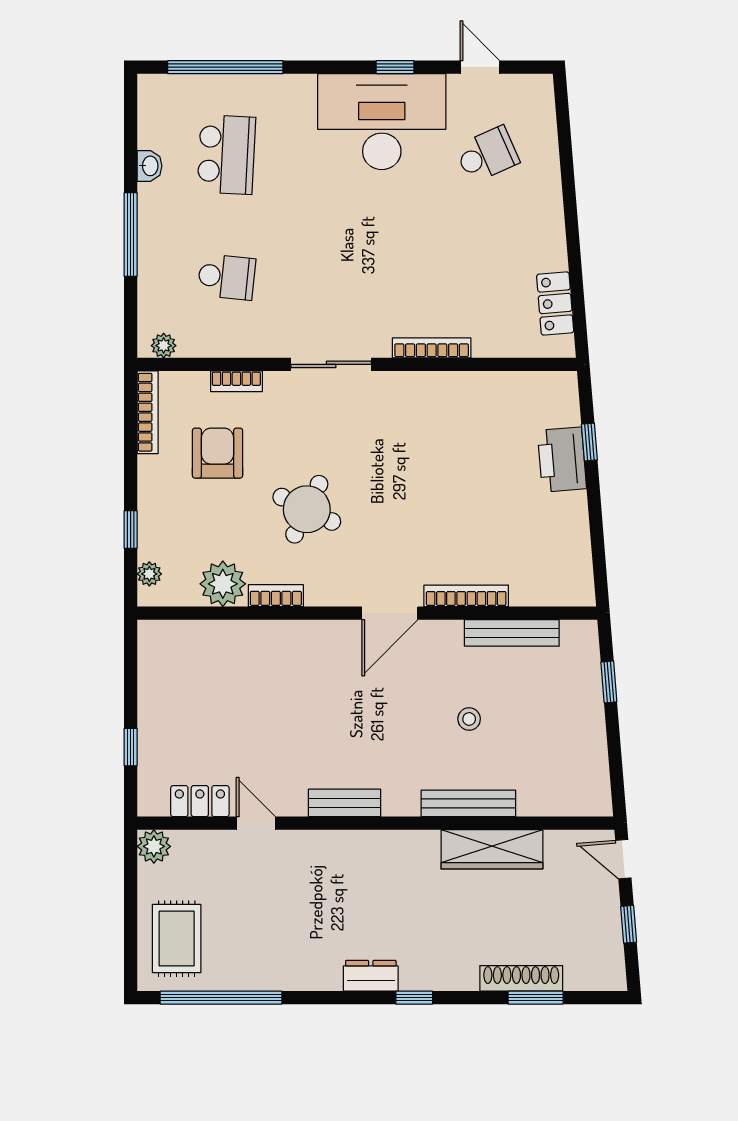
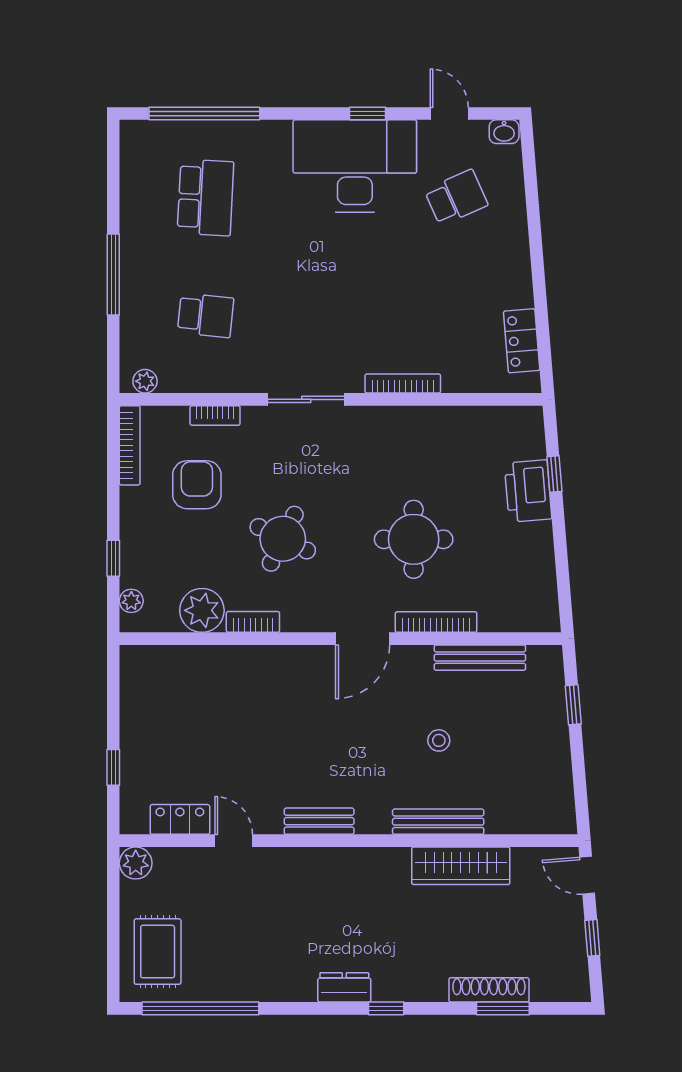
washbasin: (149, 166) -> (504, 132), moved, turned 90
round table: (443, 510) -> (414, 539), added

